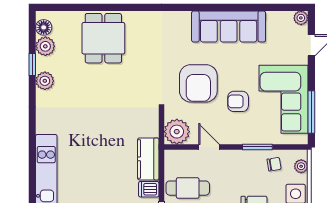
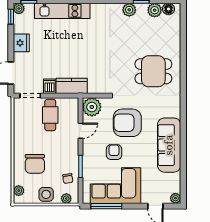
dining table: (103, 38) -> (153, 71), moved

